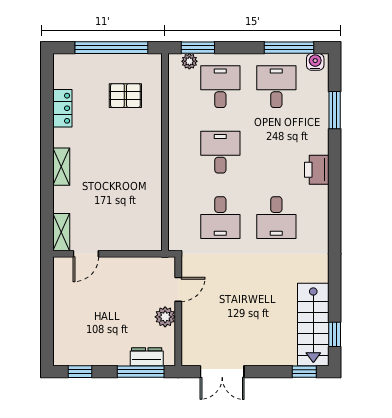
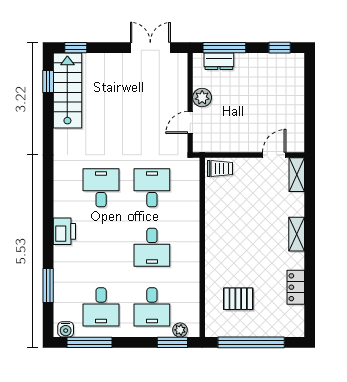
trolley: (145, 239) -> (220, 169), added

